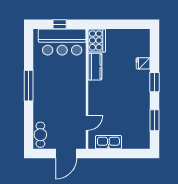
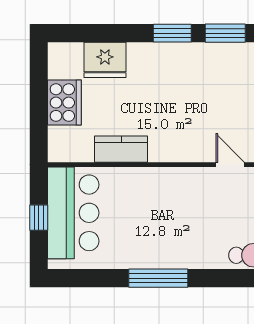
cooker: (97, 40) -> (64, 103), moved, turned 90
fridge: (143, 63) -> (105, 60), width x1.88, depth x1.34
window: (155, 82) -> (172, 33), moved

